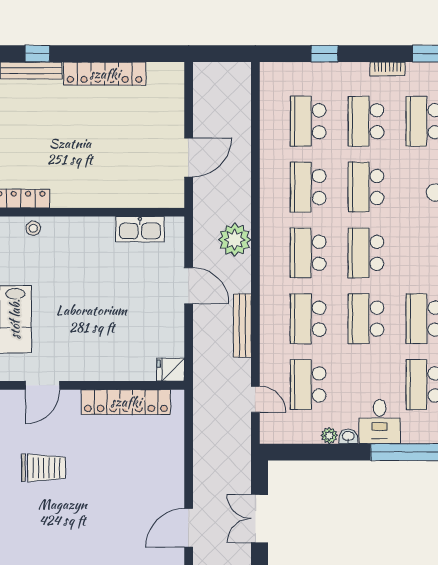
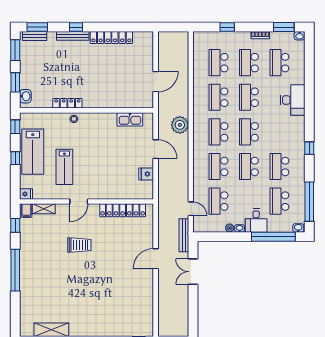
bench: (242, 326) -> (184, 235), moved
fridge: (171, 370) -> (146, 174), moved
door: (189, 528) -> (156, 259), moved

